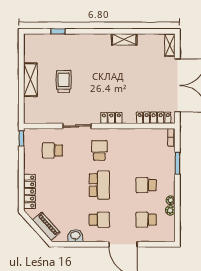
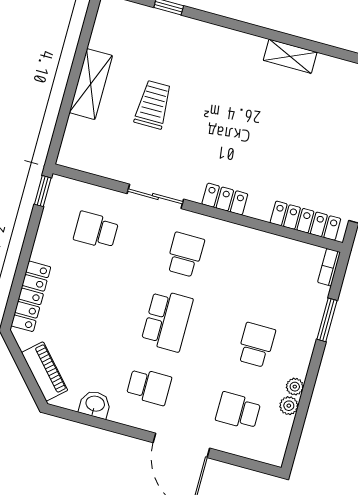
school desk: (146, 185) -> (256, 345), turned 90

